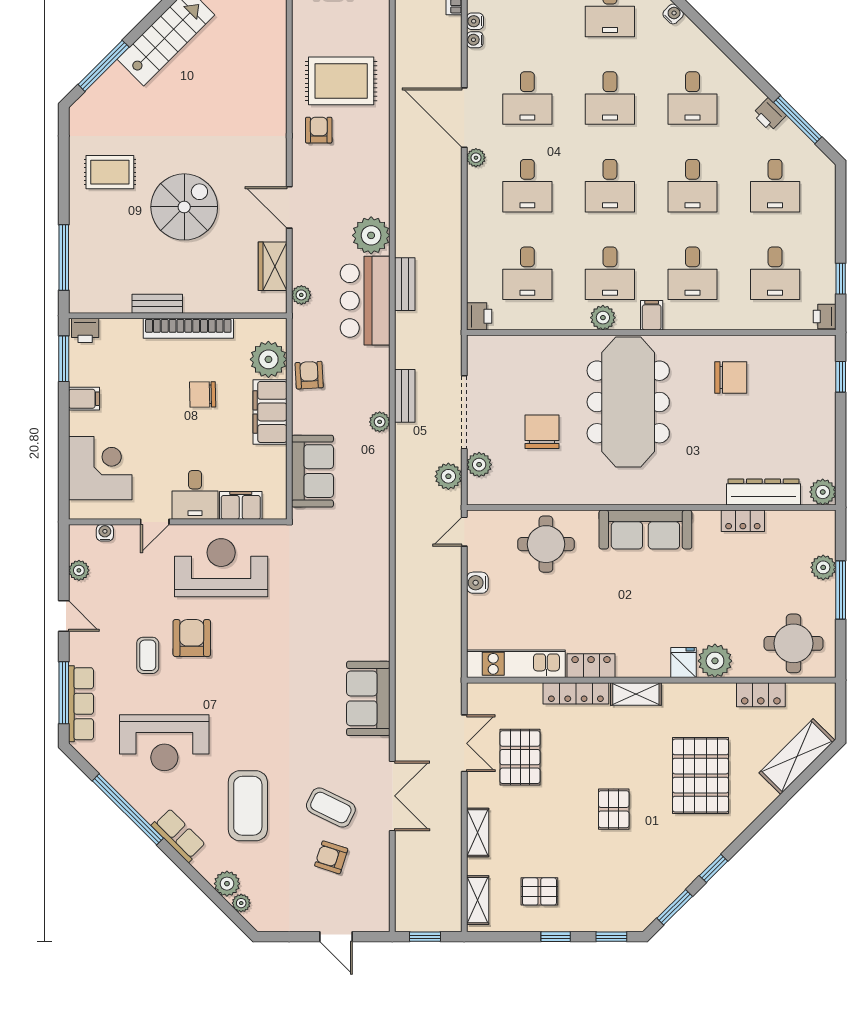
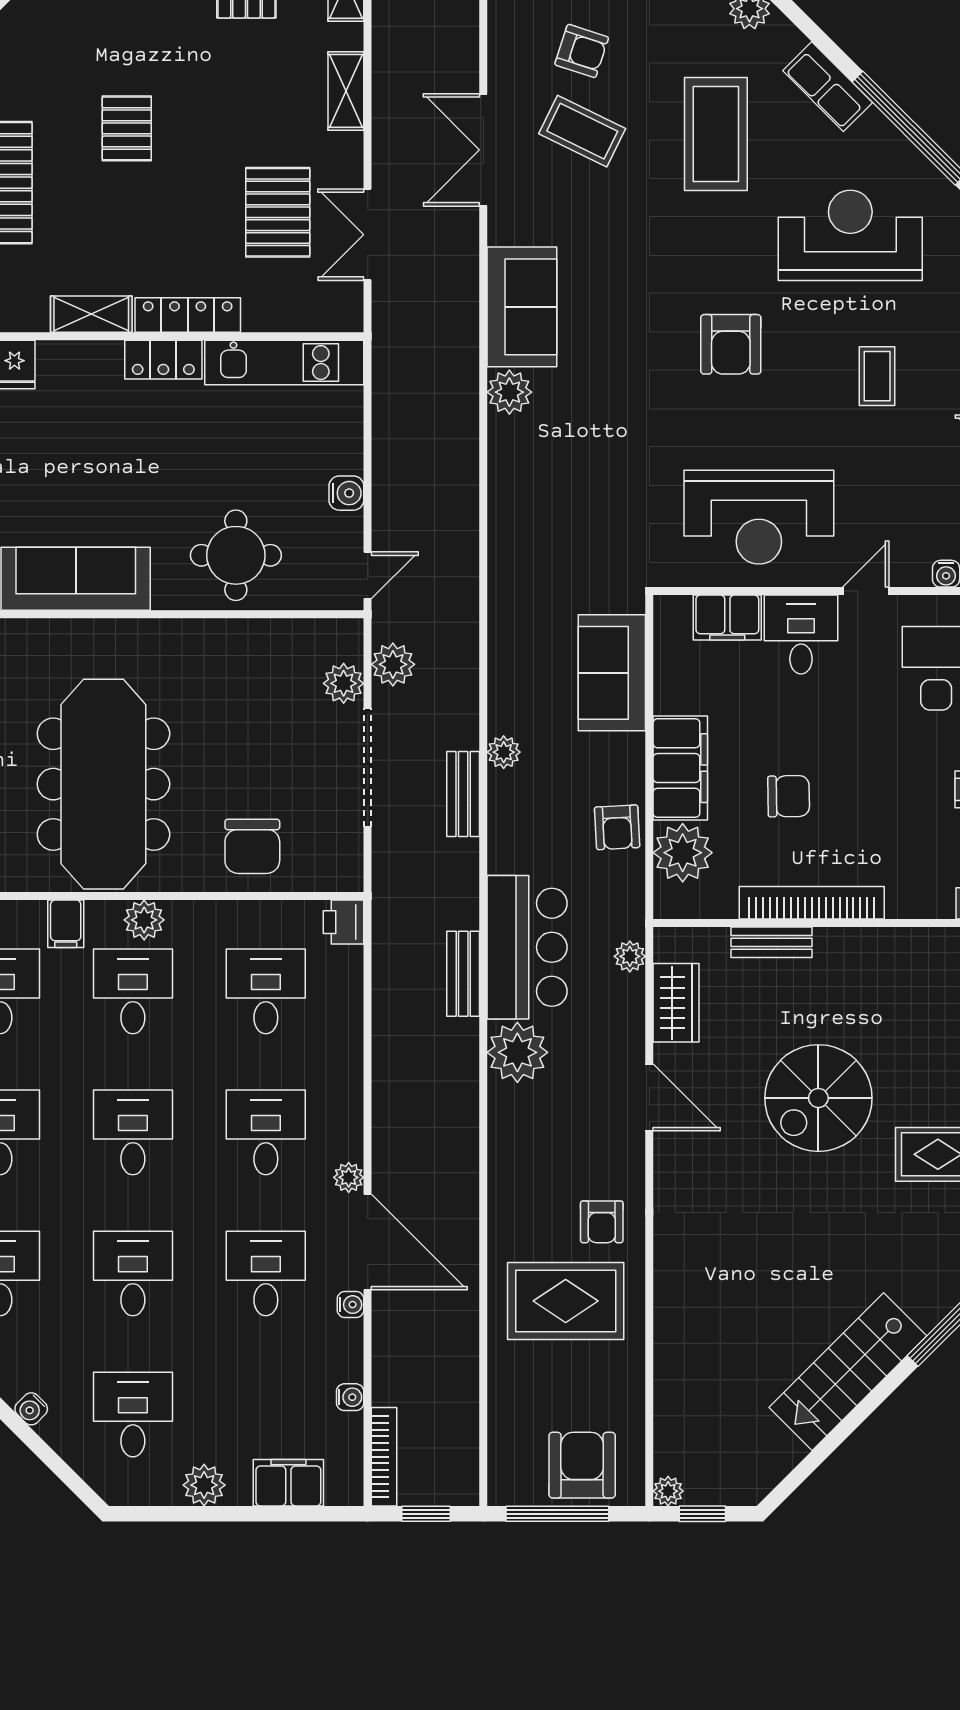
water cooler: (475, 40) -> (350, 1305), moved
bench: (157, 304) -> (772, 942), moved
chair: (542, 432) -> (252, 846), moved
armchair: (192, 638) -> (731, 344), moved
plant: (376, 645) -> (509, 392), added

